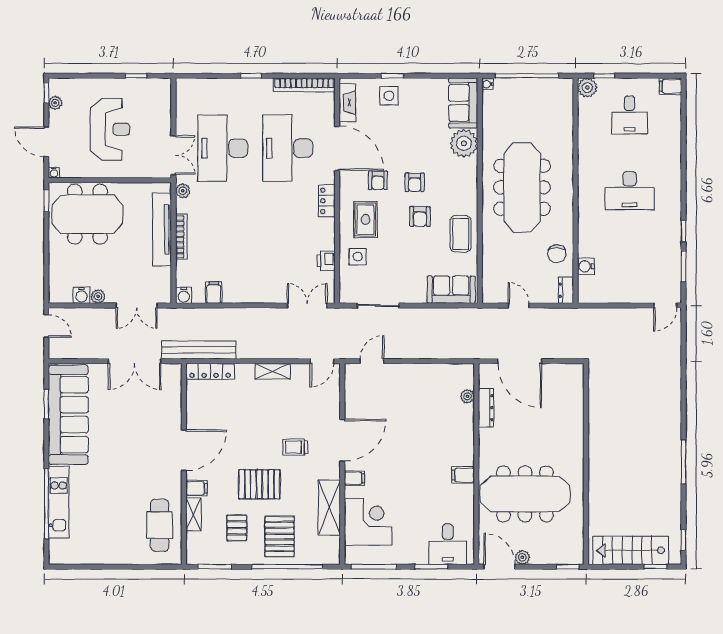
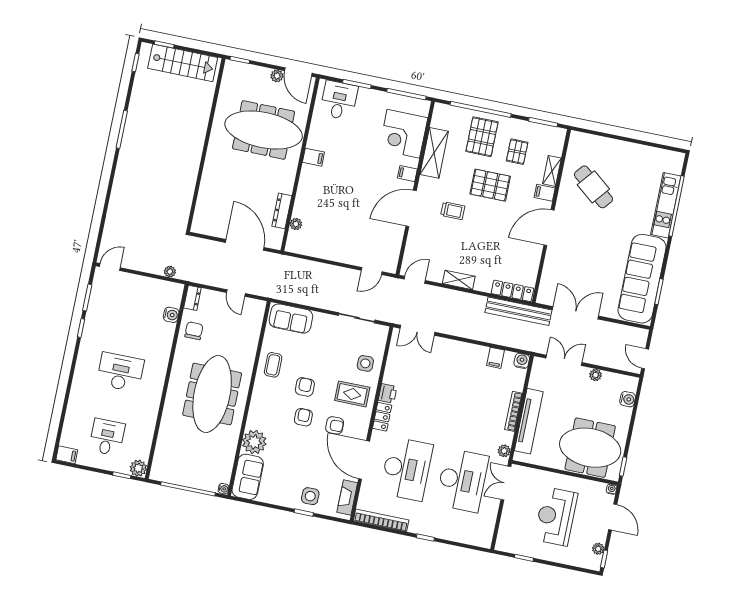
armchair: (378, 180) -> (335, 425), turned 90
rug: (365, 219) -> (352, 394), turned 90
coffee table: (461, 234) -> (273, 365), width x0.73, depth x0.77
printer: (326, 261) -> (388, 393), moved
water cooler: (81, 295) -> (628, 399), moved, turned 90
plant: (597, 314) -> (170, 272), added
cafe table: (160, 525) -> (593, 187), moved, turned -51

